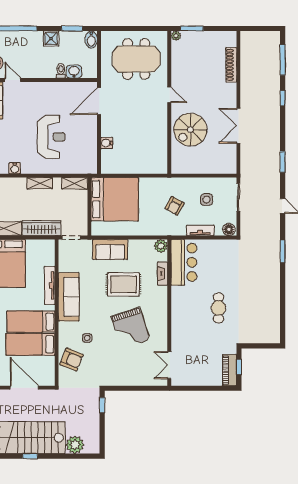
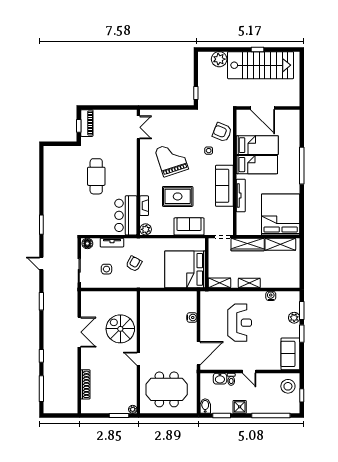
door: (13, 80) -> (249, 371), moved
spiral stairs: (190, 130) -> (120, 329), turned -90
reception desk: (51, 137) -> (240, 323), turned 180
cafe table: (219, 308) -> (96, 176), width x1.37, depth x1.35

